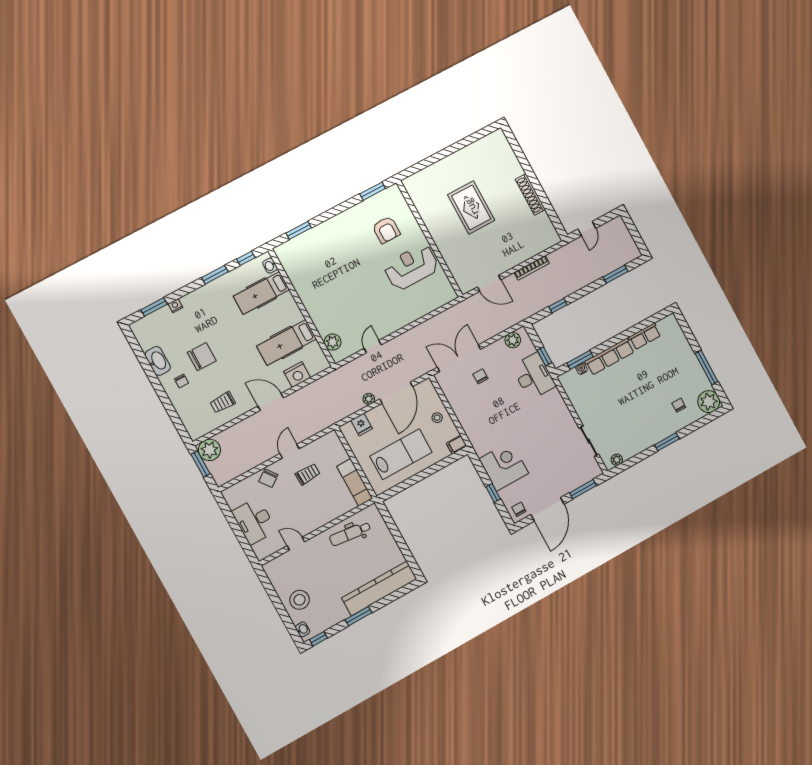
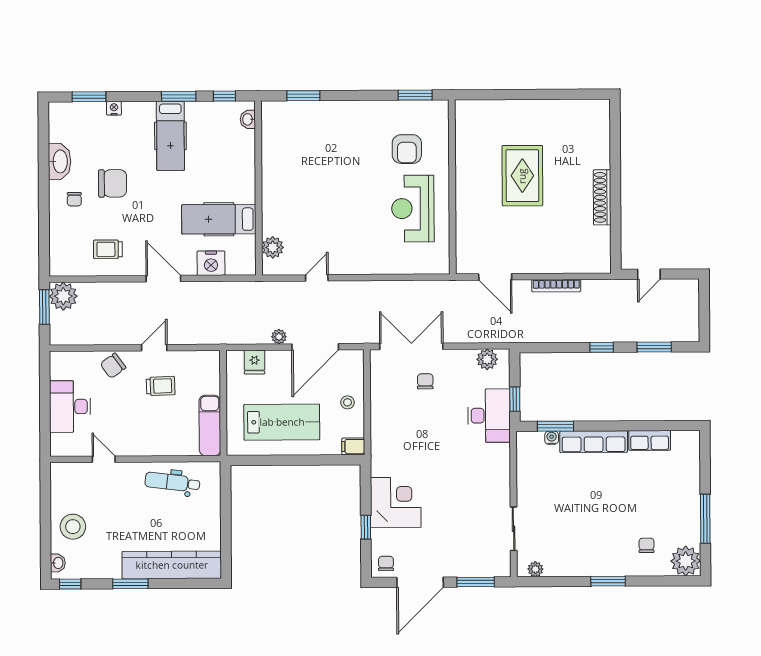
reception desk: (411, 267) -> (413, 209), turned -90
hospital bed: (261, 293) -> (170, 136), moved, turned -90
window: (558, 306) -> (602, 347), moved

